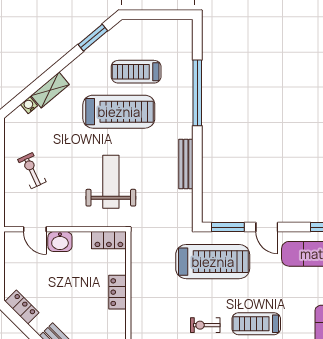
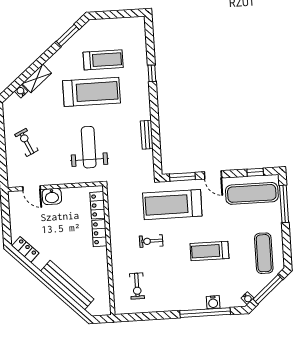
treadmill: (136, 72) -> (103, 60), turned 180
window: (197, 93) -> (152, 73), width x0.32
bench: (186, 164) -> (147, 135), width x0.73
locker: (109, 240) -> (98, 205), moved, turned 90
treadmill: (213, 262) -> (172, 205), turned 180
exercise bike: (205, 325) -> (151, 241), moved

